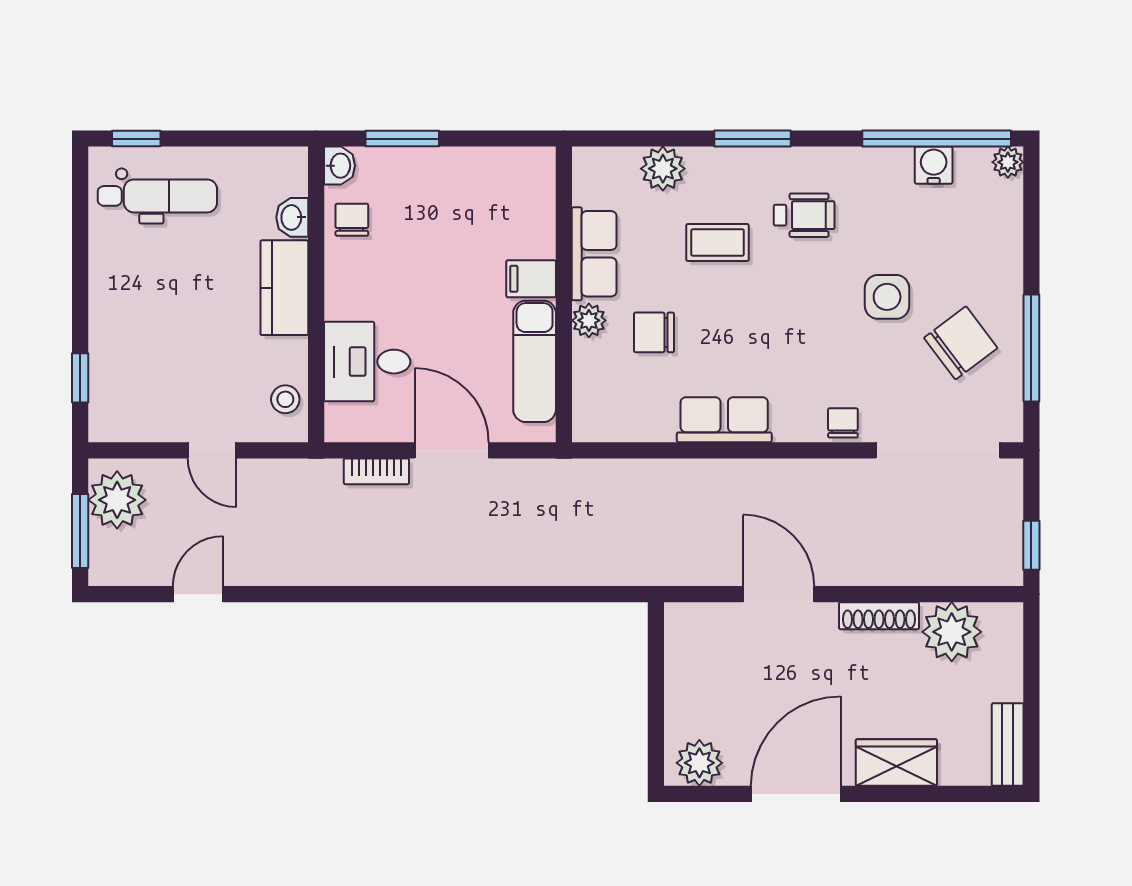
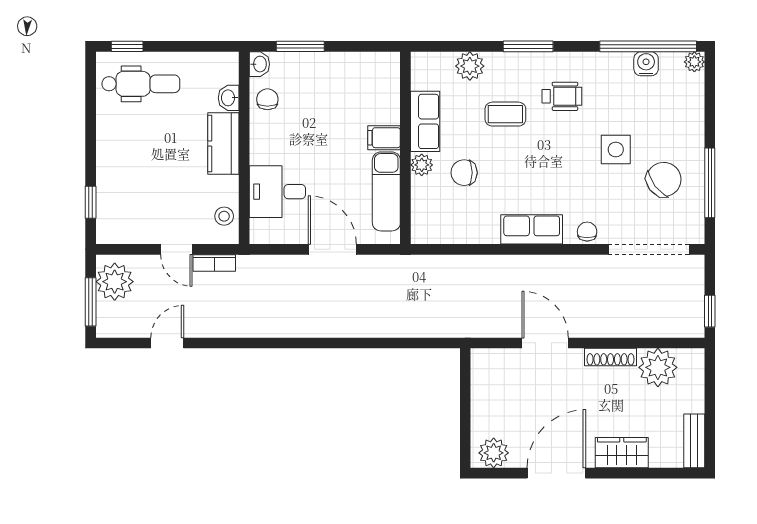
row of seats: (724, 420) -> (532, 229), moved
bookcase: (376, 471) -> (214, 263), moved

